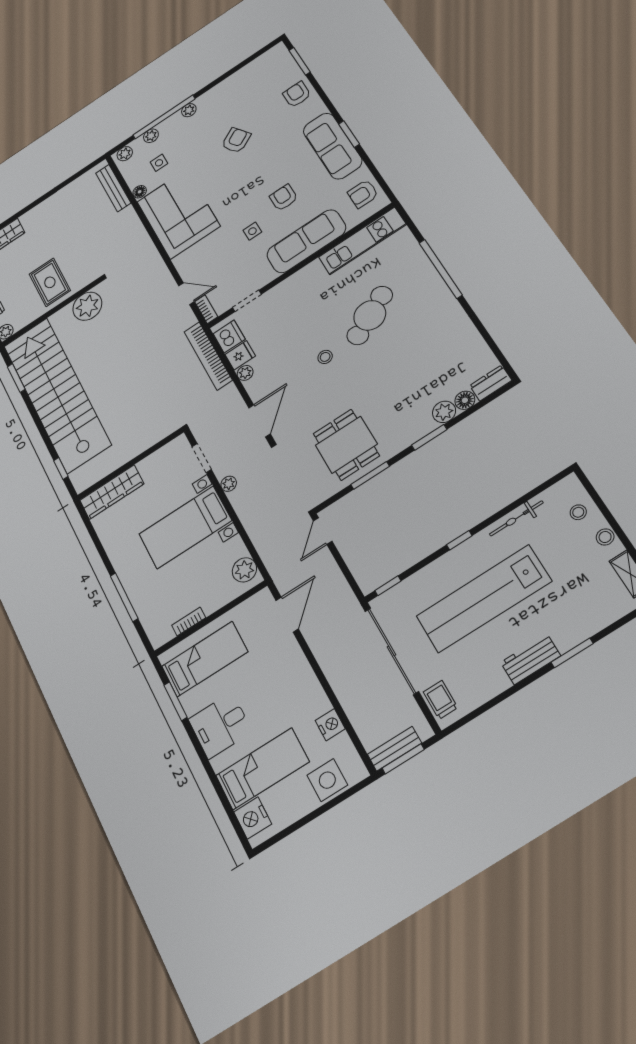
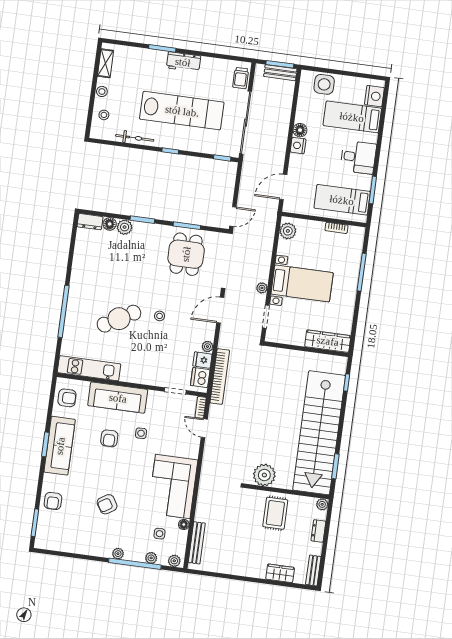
floor lamp: (316, 698) -> (300, 130), added
nightstand: (330, 725) -> (298, 146), moved

